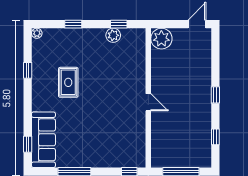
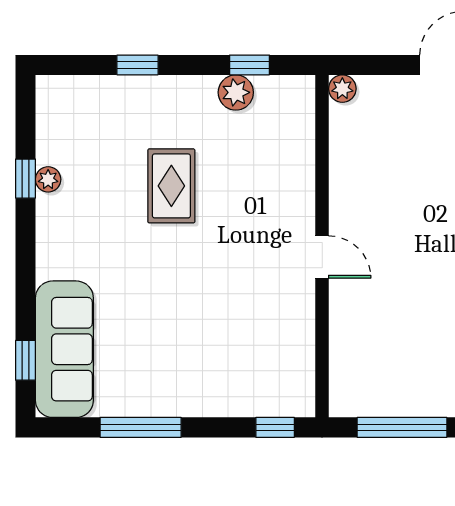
plant: (37, 33) -> (48, 179), moved
plant: (161, 39) -> (342, 89), width x0.53, depth x0.53
rug: (68, 82) -> (171, 186), moved

